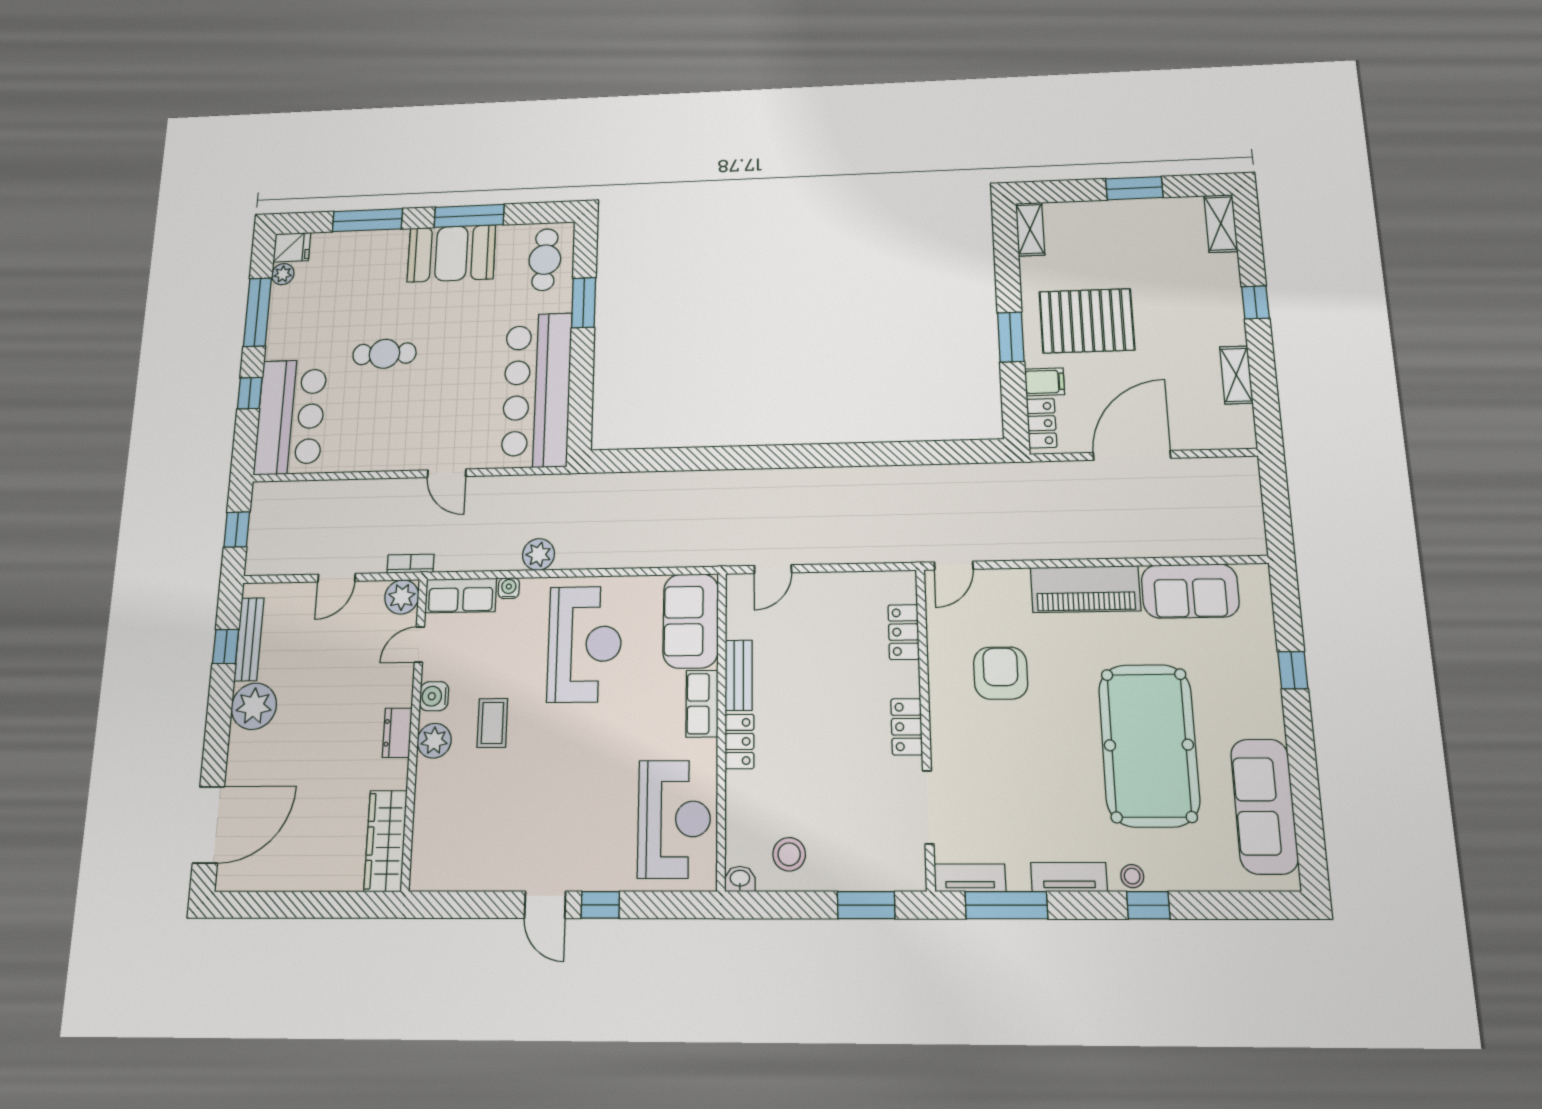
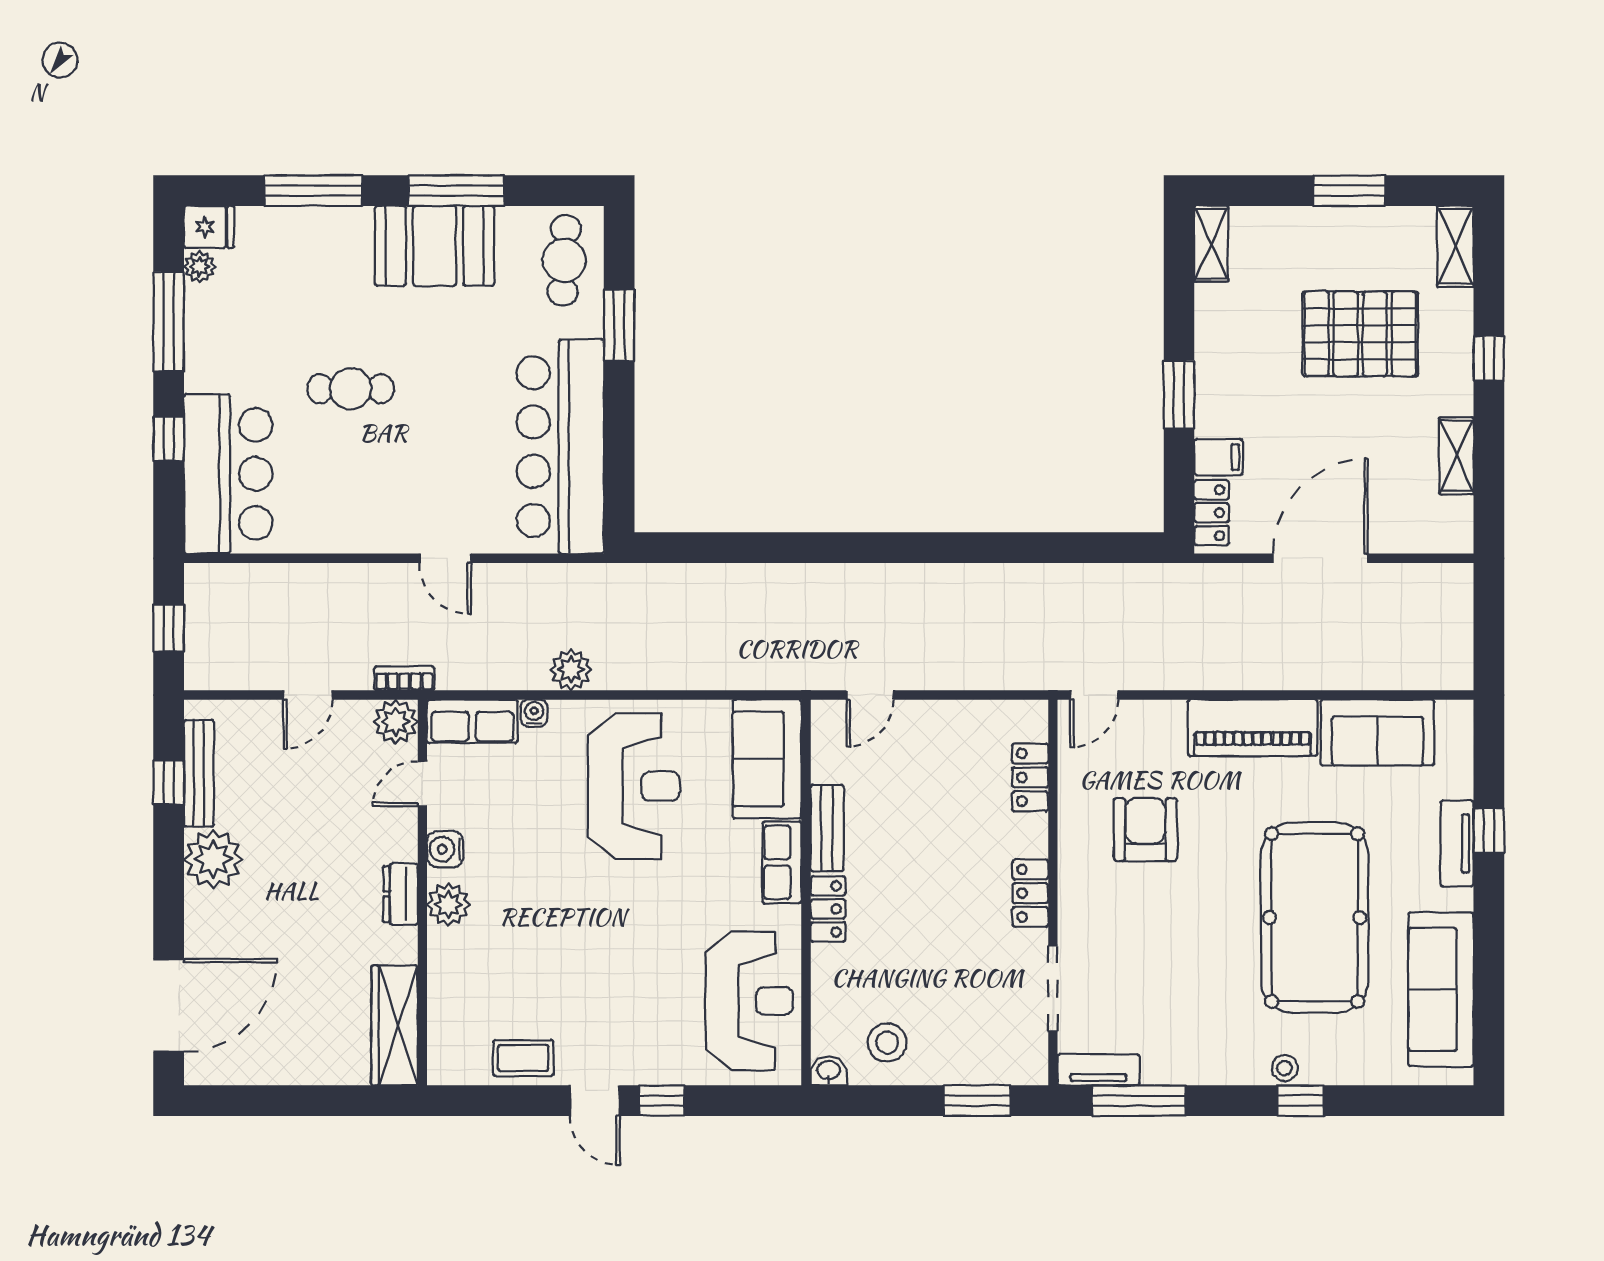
pallet: (1087, 321) -> (1360, 334), moved
coffee table: (492, 723) -> (523, 1058), moved, turned 90
tv unit: (1069, 877) -> (1457, 843), moved, turned -90

